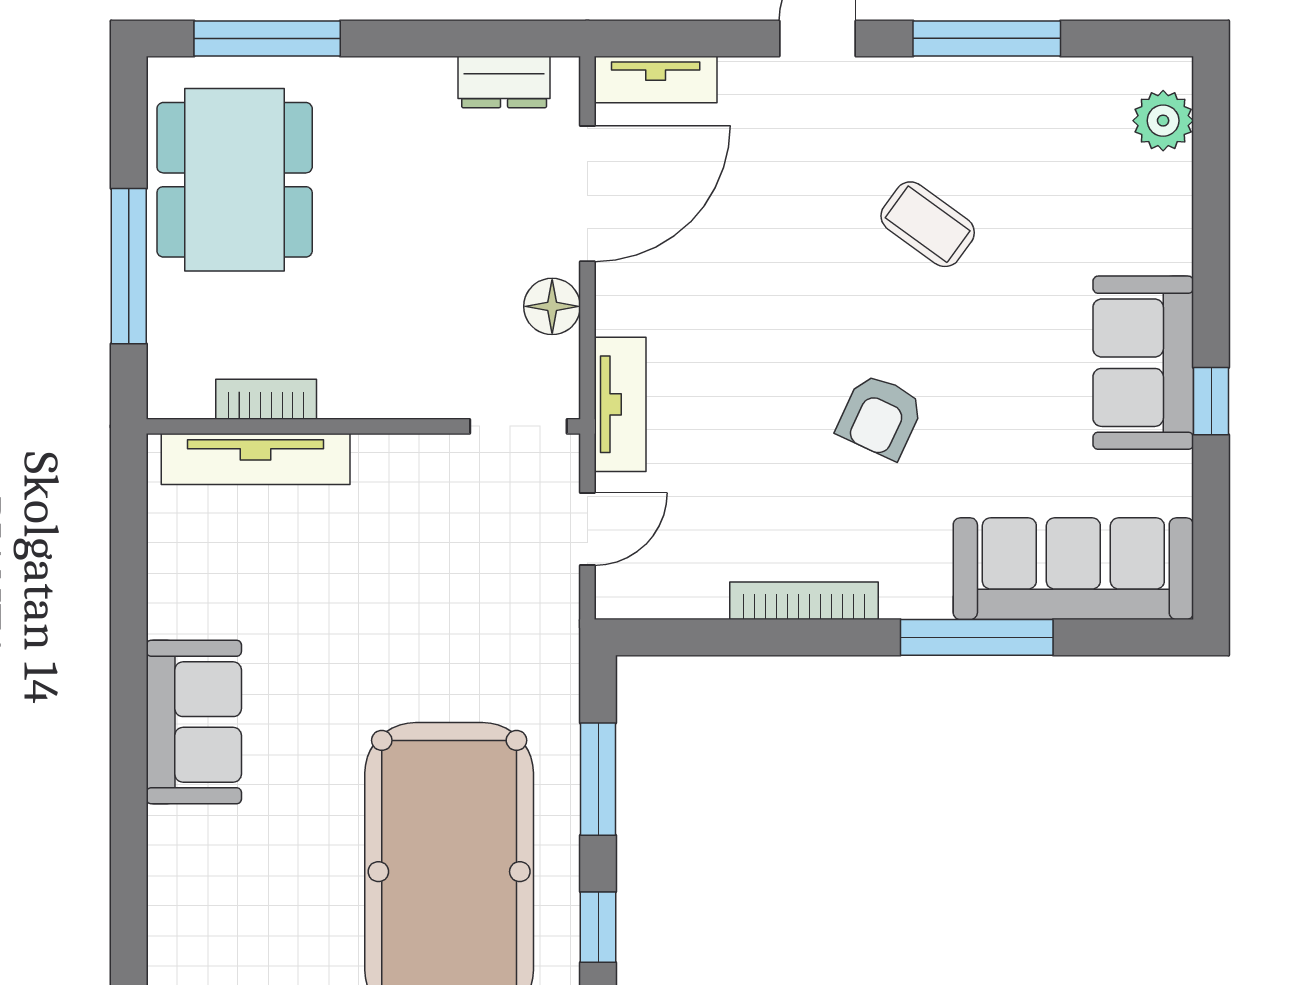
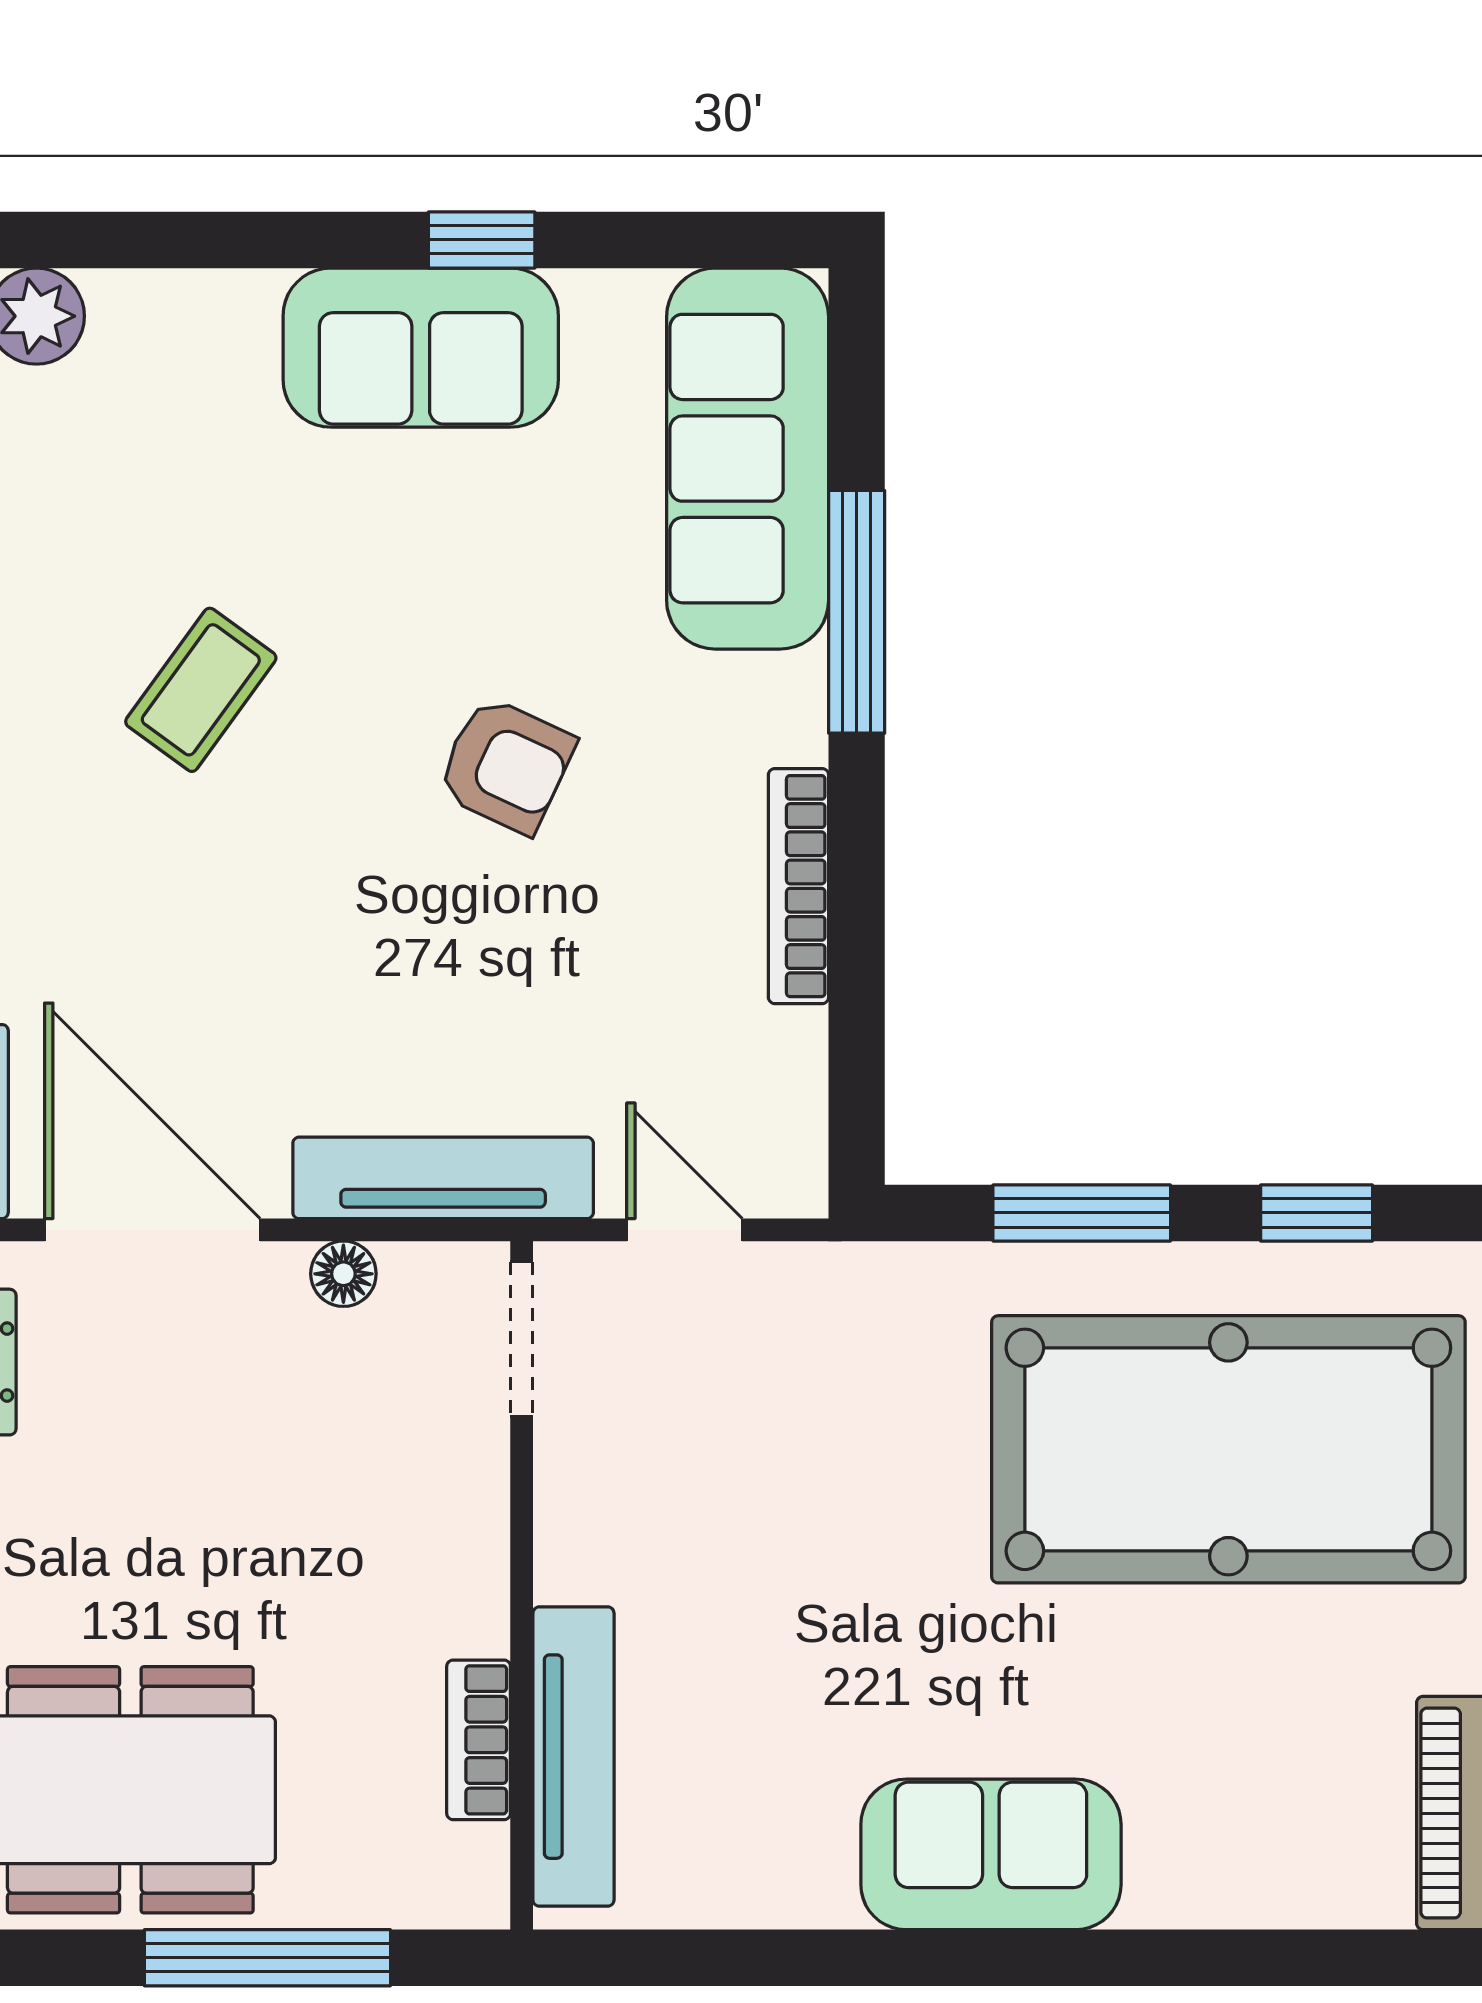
floor lamp: (552, 306) -> (343, 1274), width x0.73, depth x0.73
tv unit: (620, 404) -> (443, 1178), width x1.41

